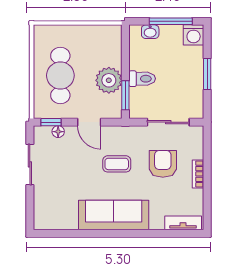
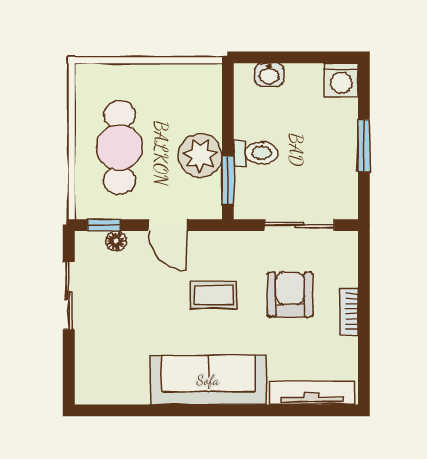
window: (171, 21) -> (303, 57), removed
tv unit: (183, 223) -> (311, 393), width x1.41

